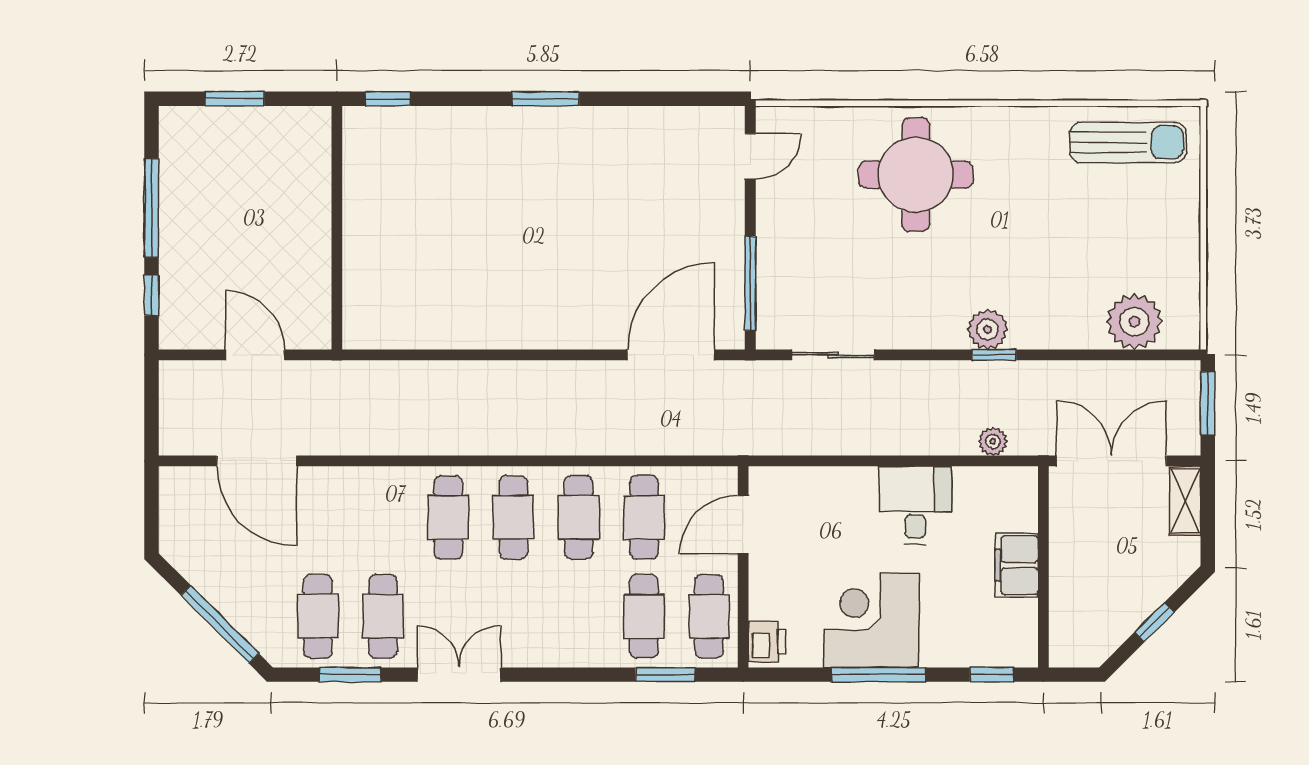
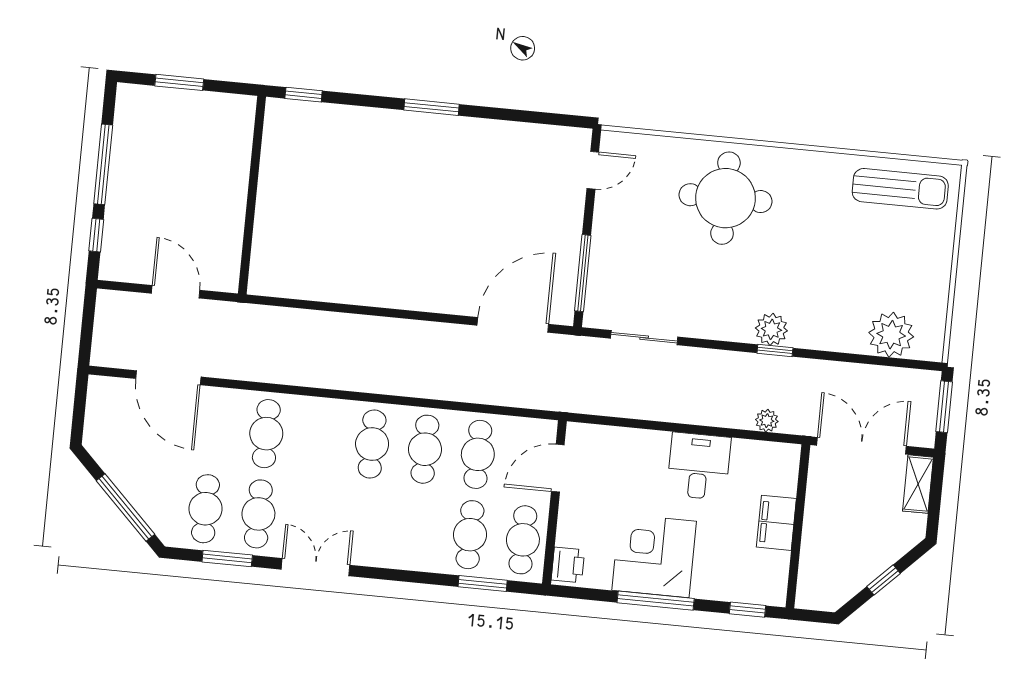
cafe table: (448, 517) -> (266, 434), moved

